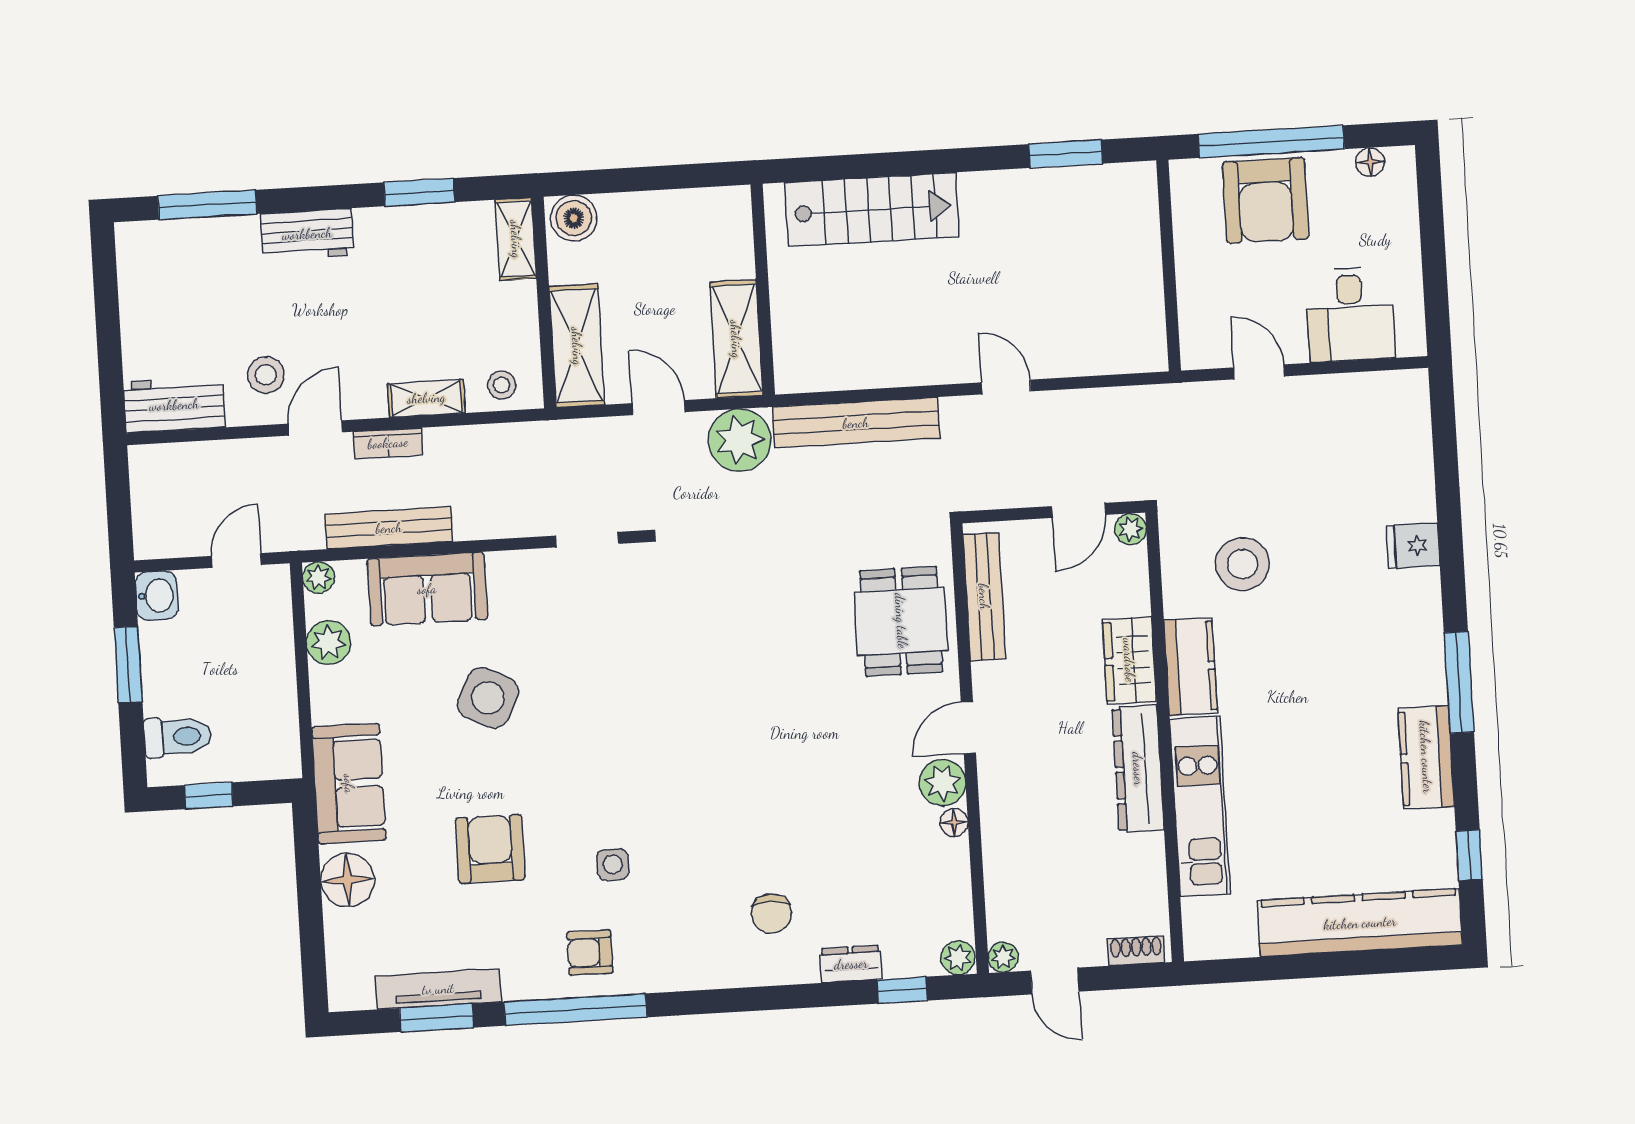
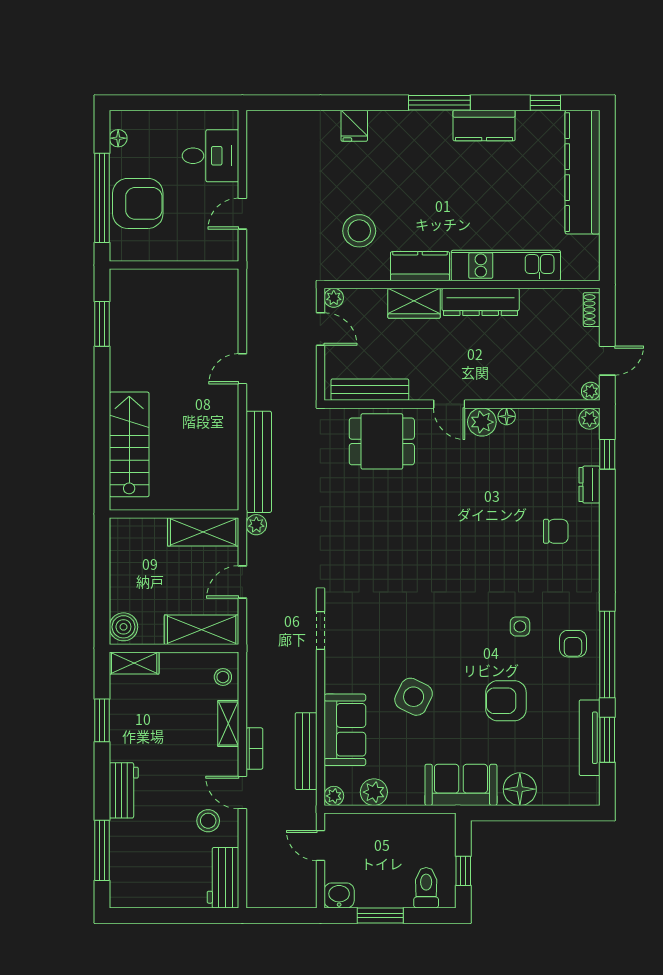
plant: (740, 440) -> (256, 525), width x0.53, depth x0.53

